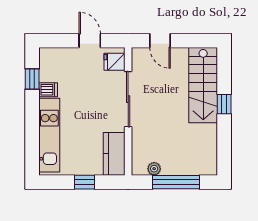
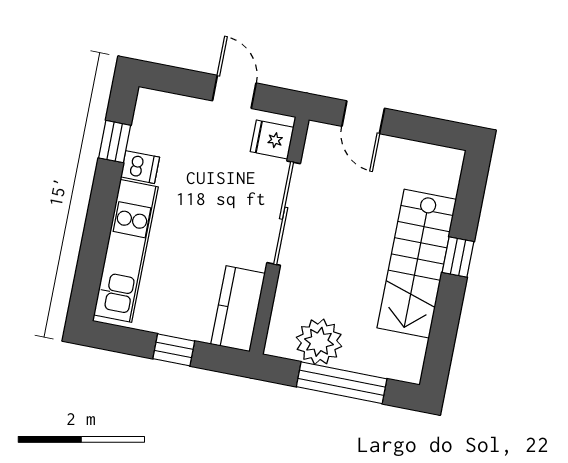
stairs: (203, 85) -> (417, 264), moved
plant: (154, 169) -> (319, 342), width x1.88, depth x1.88

